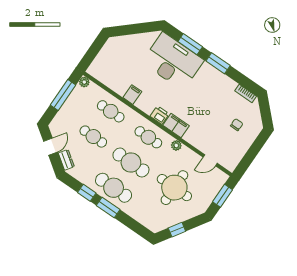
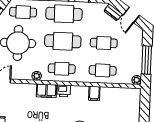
cafe table: (151, 214) -> (23, 12), added

